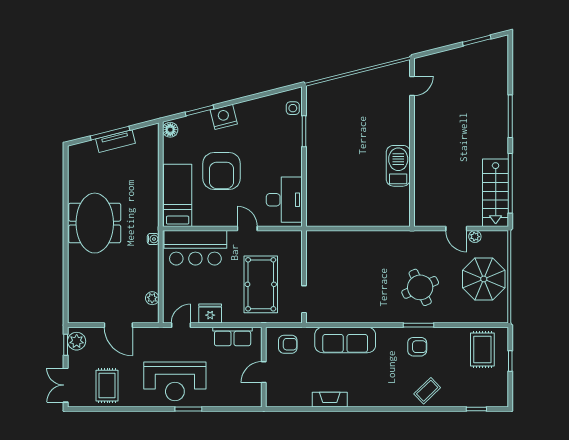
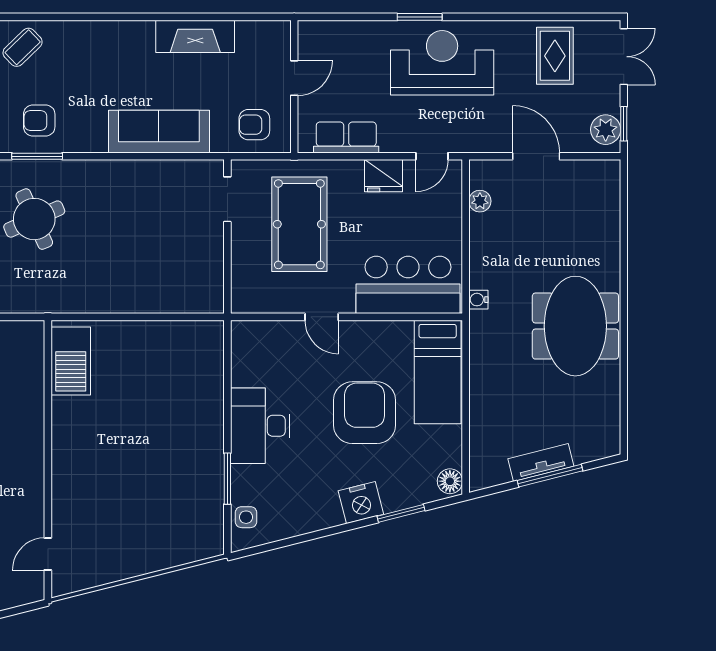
barbecue: (398, 166) -> (71, 361), moved
desk: (284, 200) -> (260, 426), moved
fireplace: (330, 400) -> (195, 36), width x1.37, depth x1.32

